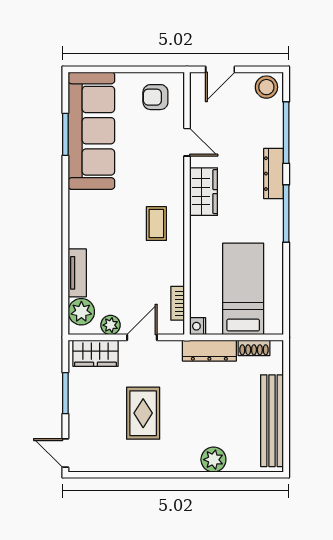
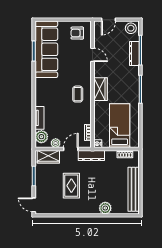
dresser: (274, 174) -> (134, 53), moved
wardrobe: (204, 192) -> (100, 89), moved
dresser: (209, 351) -> (91, 155), moved

